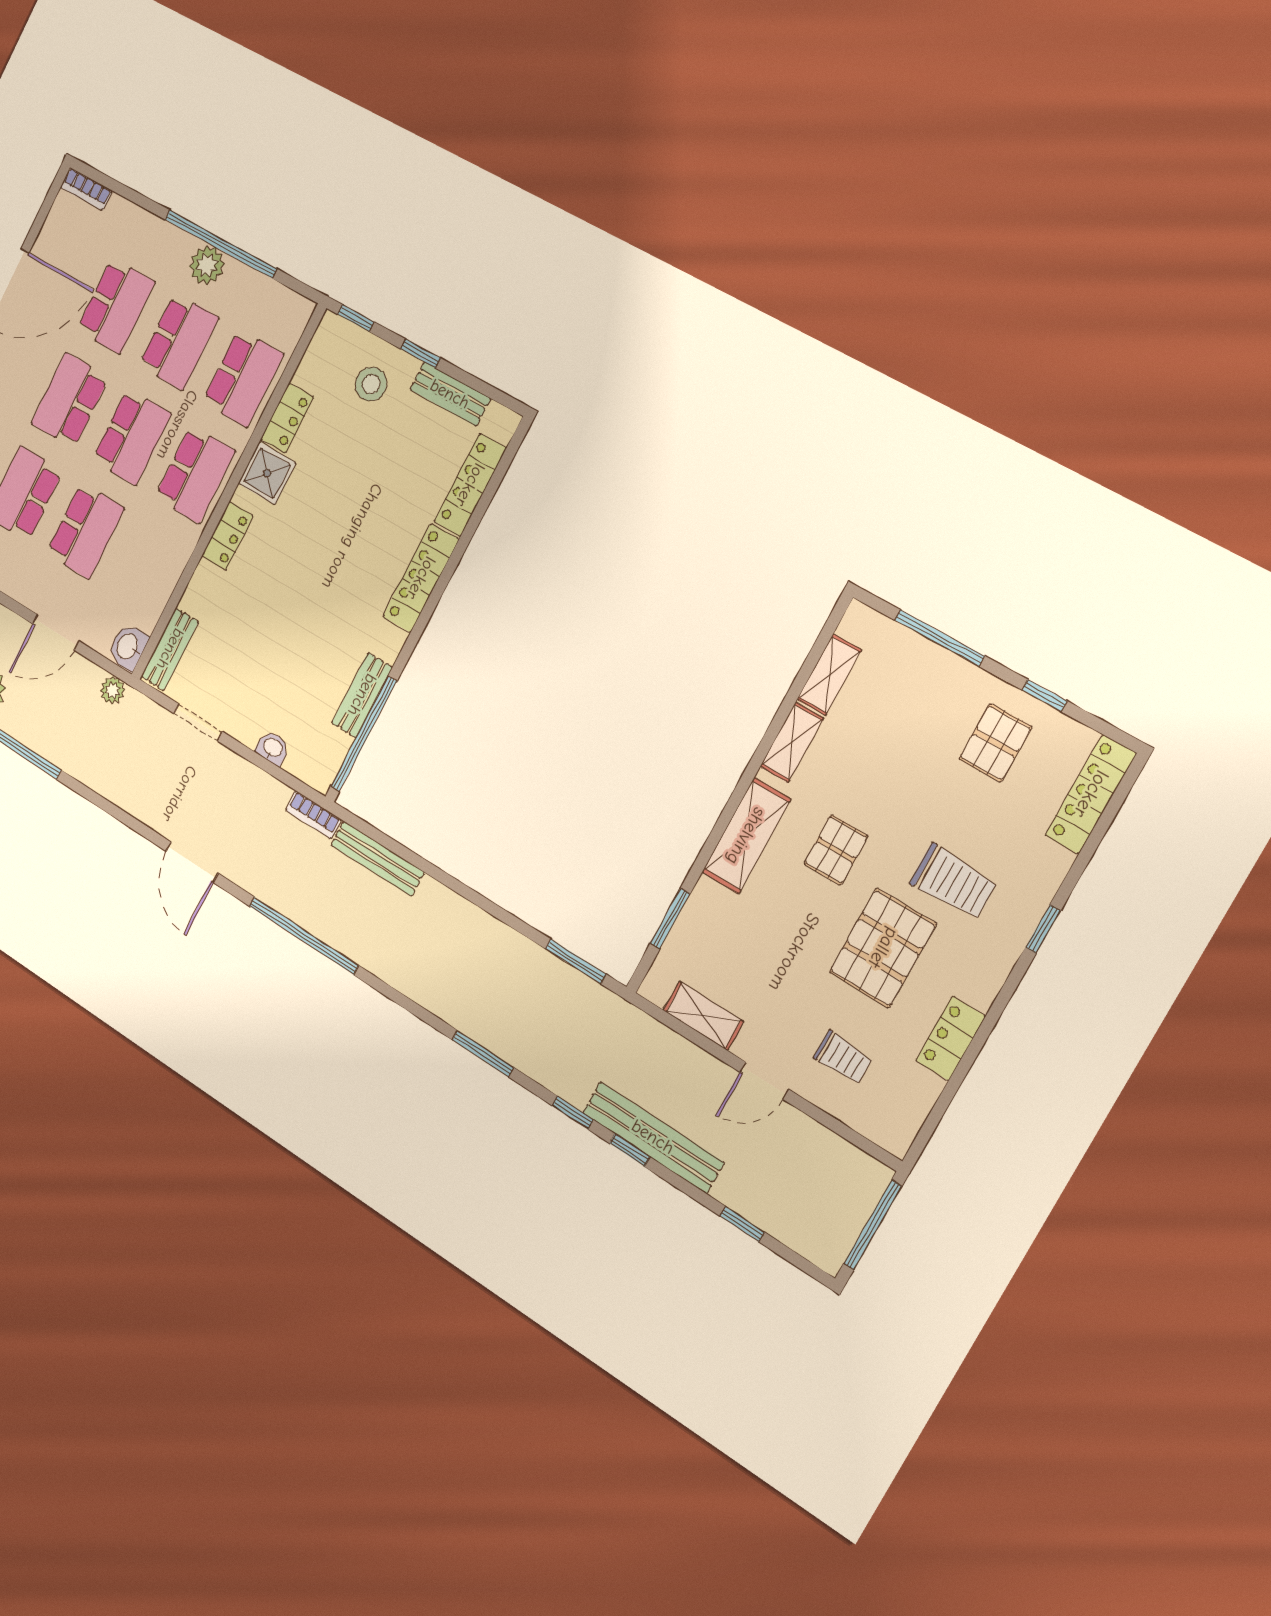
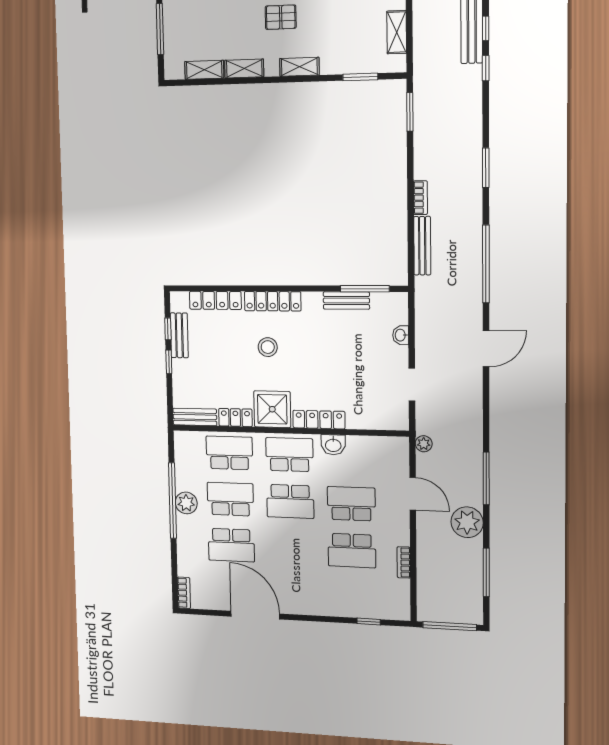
school desk: (116, 306) -> (231, 545), turned 180
window: (356, 318) -> (168, 329), moved
stool: (371, 384) -> (268, 347), moved
school desk: (70, 400) -> (291, 548), removed
school desk: (132, 437) -> (290, 501), turned 180
shower: (267, 473) -> (272, 409), width x1.36, depth x1.36
locker: (227, 536) -> (319, 420), width x1.53
washbasin: (128, 647) -> (333, 445), moved
bench: (170, 649) -> (195, 417), moved
window: (364, 734) -> (365, 289), width x0.68
bookcase: (313, 815) -> (420, 198), moved
shelving: (746, 836) -> (299, 67), width x0.67, depth x0.75
window: (483, 1054) -> (486, 168), moved

